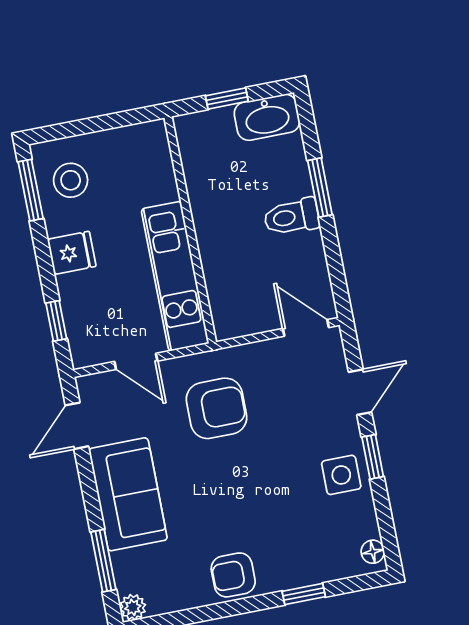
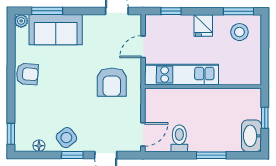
toilet: (292, 217) -> (179, 138), moved
side table: (341, 475) -> (66, 138), turned -38
sofa: (128, 494) -> (56, 30), moved
floor lamp: (373, 552) -> (39, 146), moved
armchair: (233, 575) -> (27, 74), turned 94
window: (304, 594) -> (11, 134), moved

